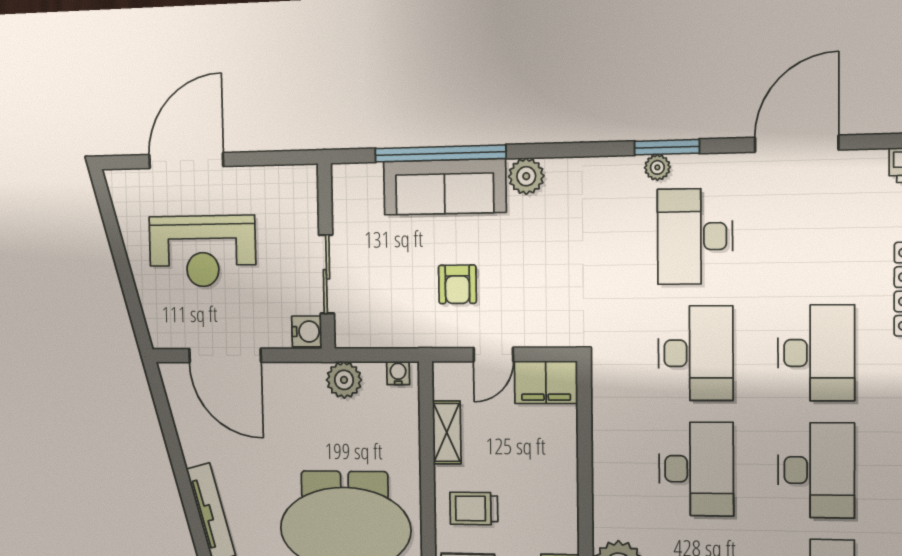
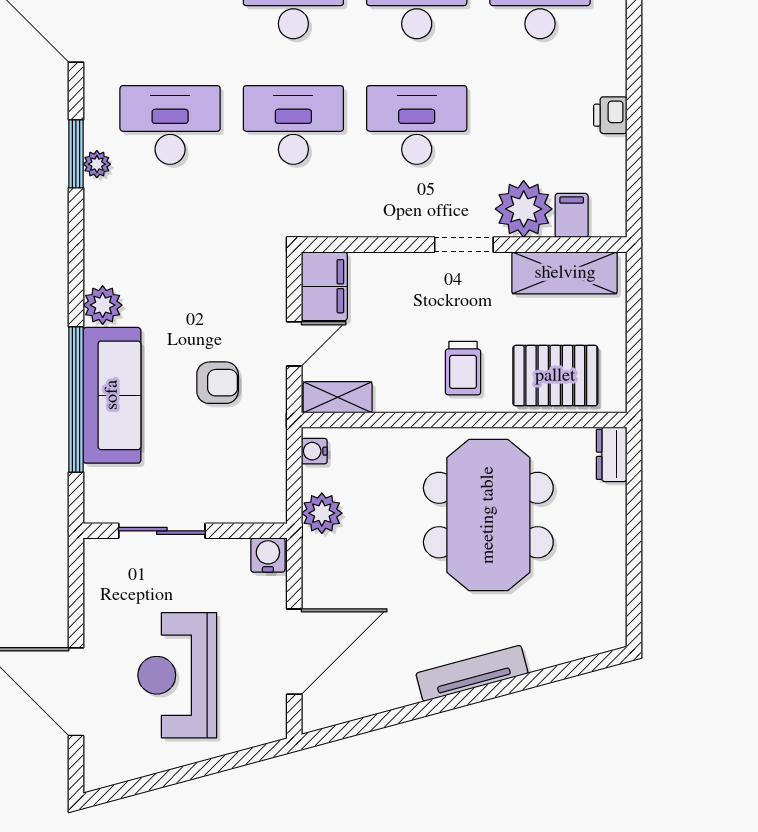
desk: (695, 236) -> (170, 125), turned 180
reception desk: (202, 251) -> (177, 675), turned 180
sliding door: (326, 274) -> (162, 531), moved
door: (493, 355) -> (294, 344), hinge flipped
shelving: (447, 432) -> (338, 397), moved
doorway: (585, 511) -> (464, 245), added

